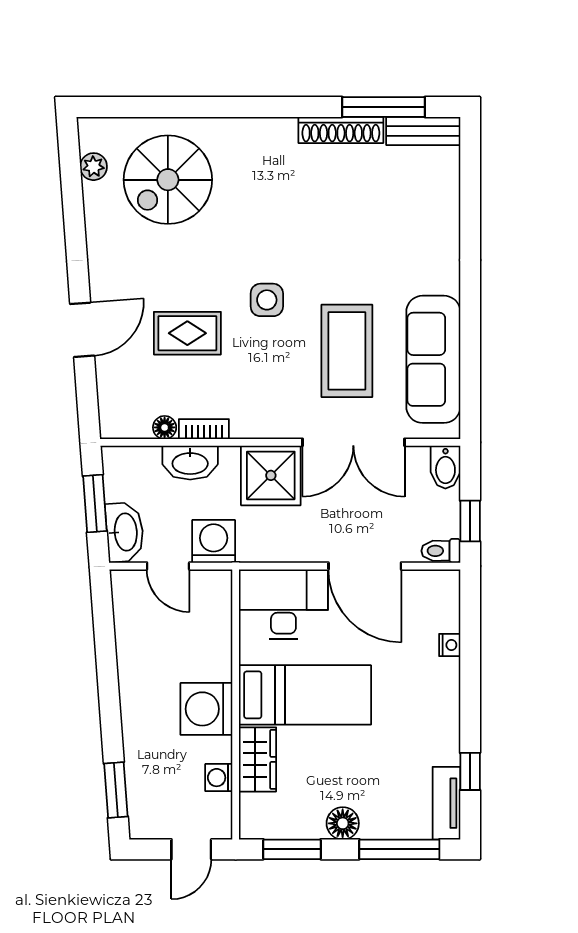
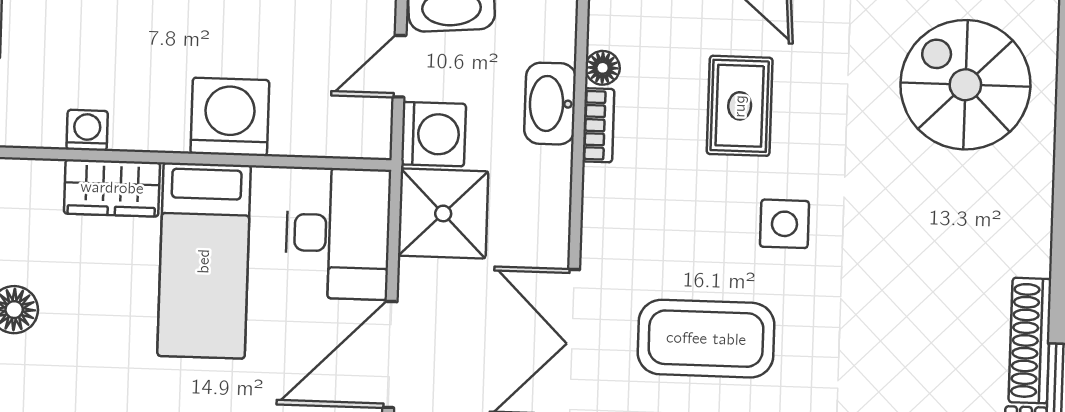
shower: (271, 475) -> (443, 213), moved
washing machine: (206, 709) -> (230, 117), moved

